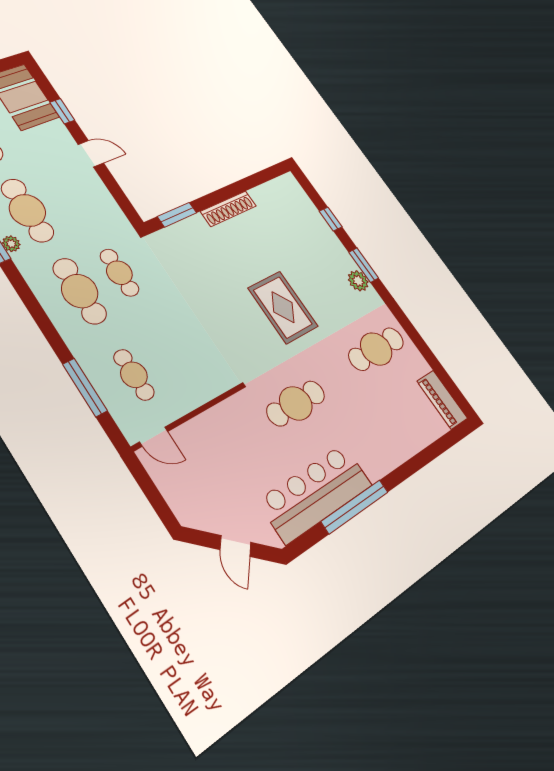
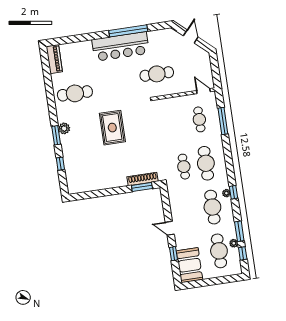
shoe rack: (228, 209) -> (143, 179), moved
cafe table: (296, 403) -> (157, 74), moved
bar counter: (316, 493) -> (121, 46), moved

